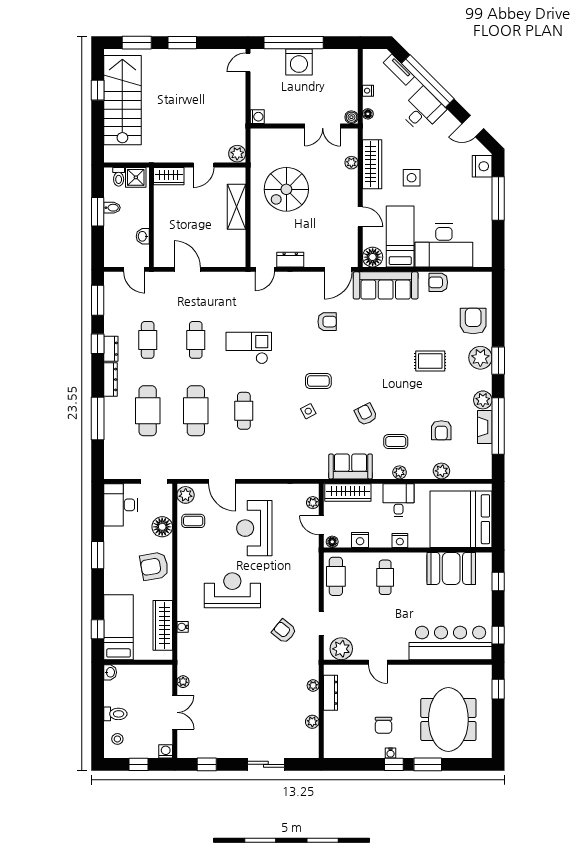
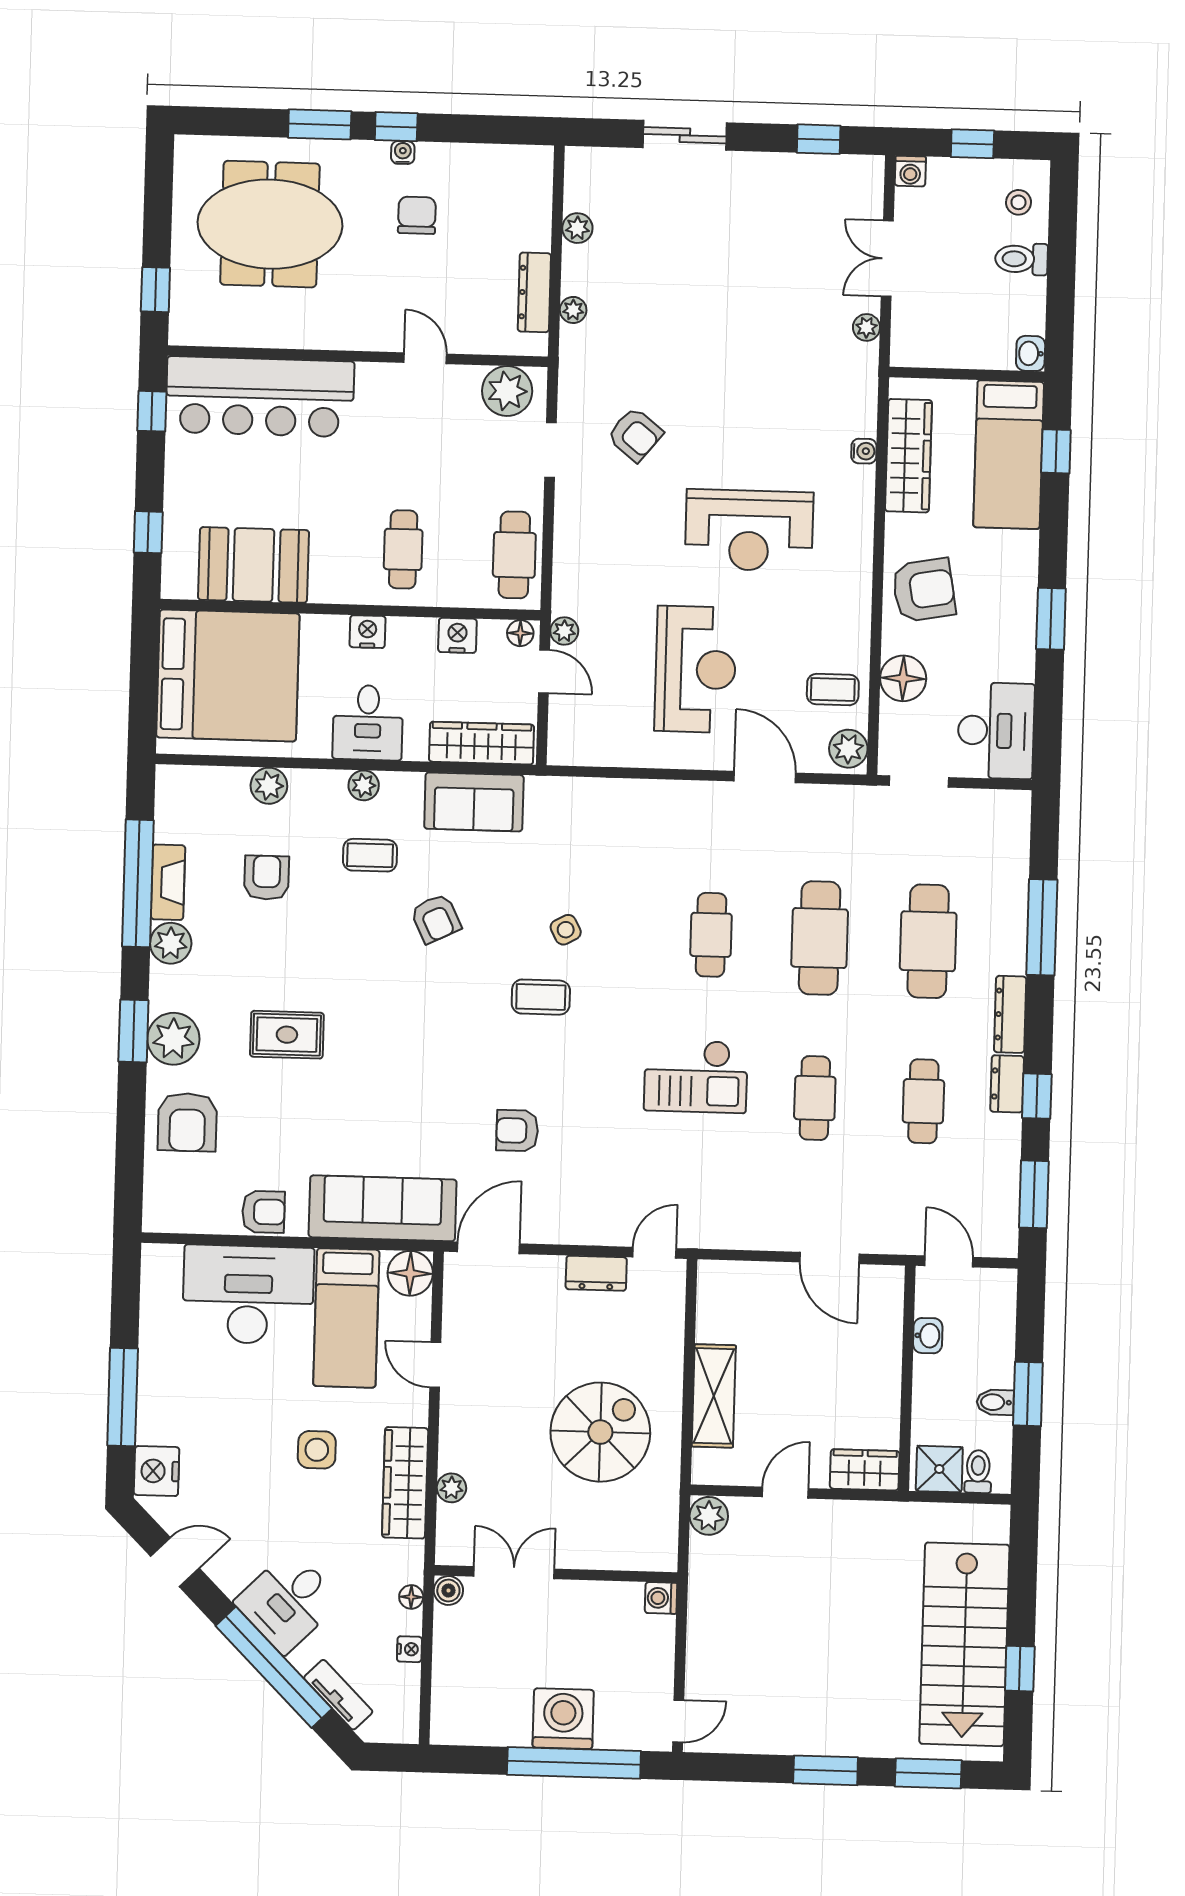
plant: (313, 503) -> (564, 631), moved
meeting table: (448, 720) -> (270, 224), turned 90

